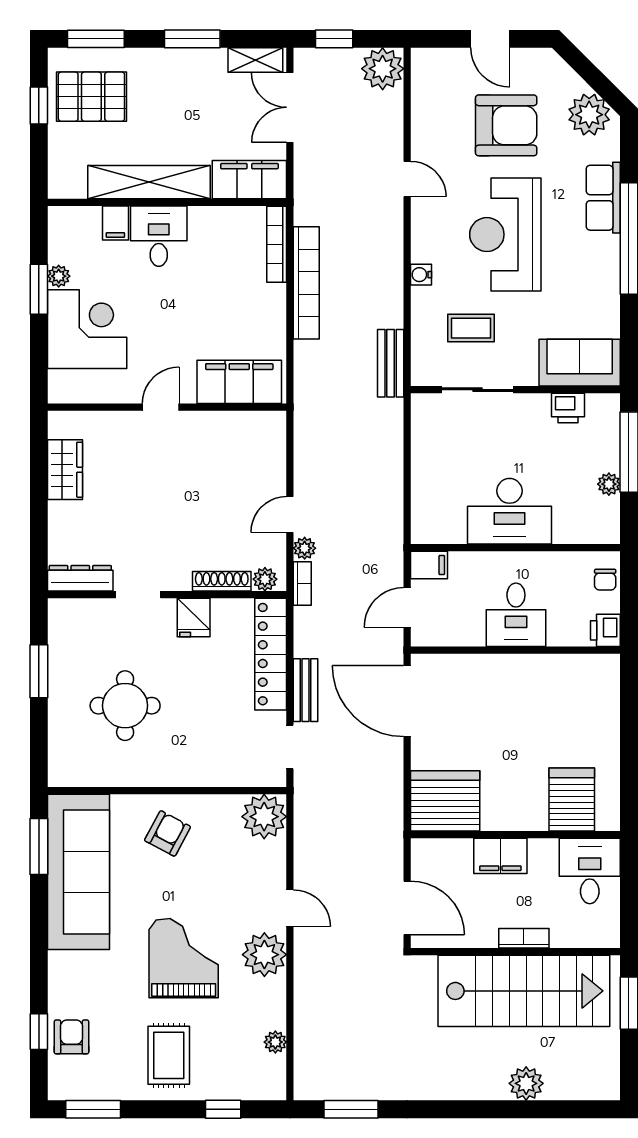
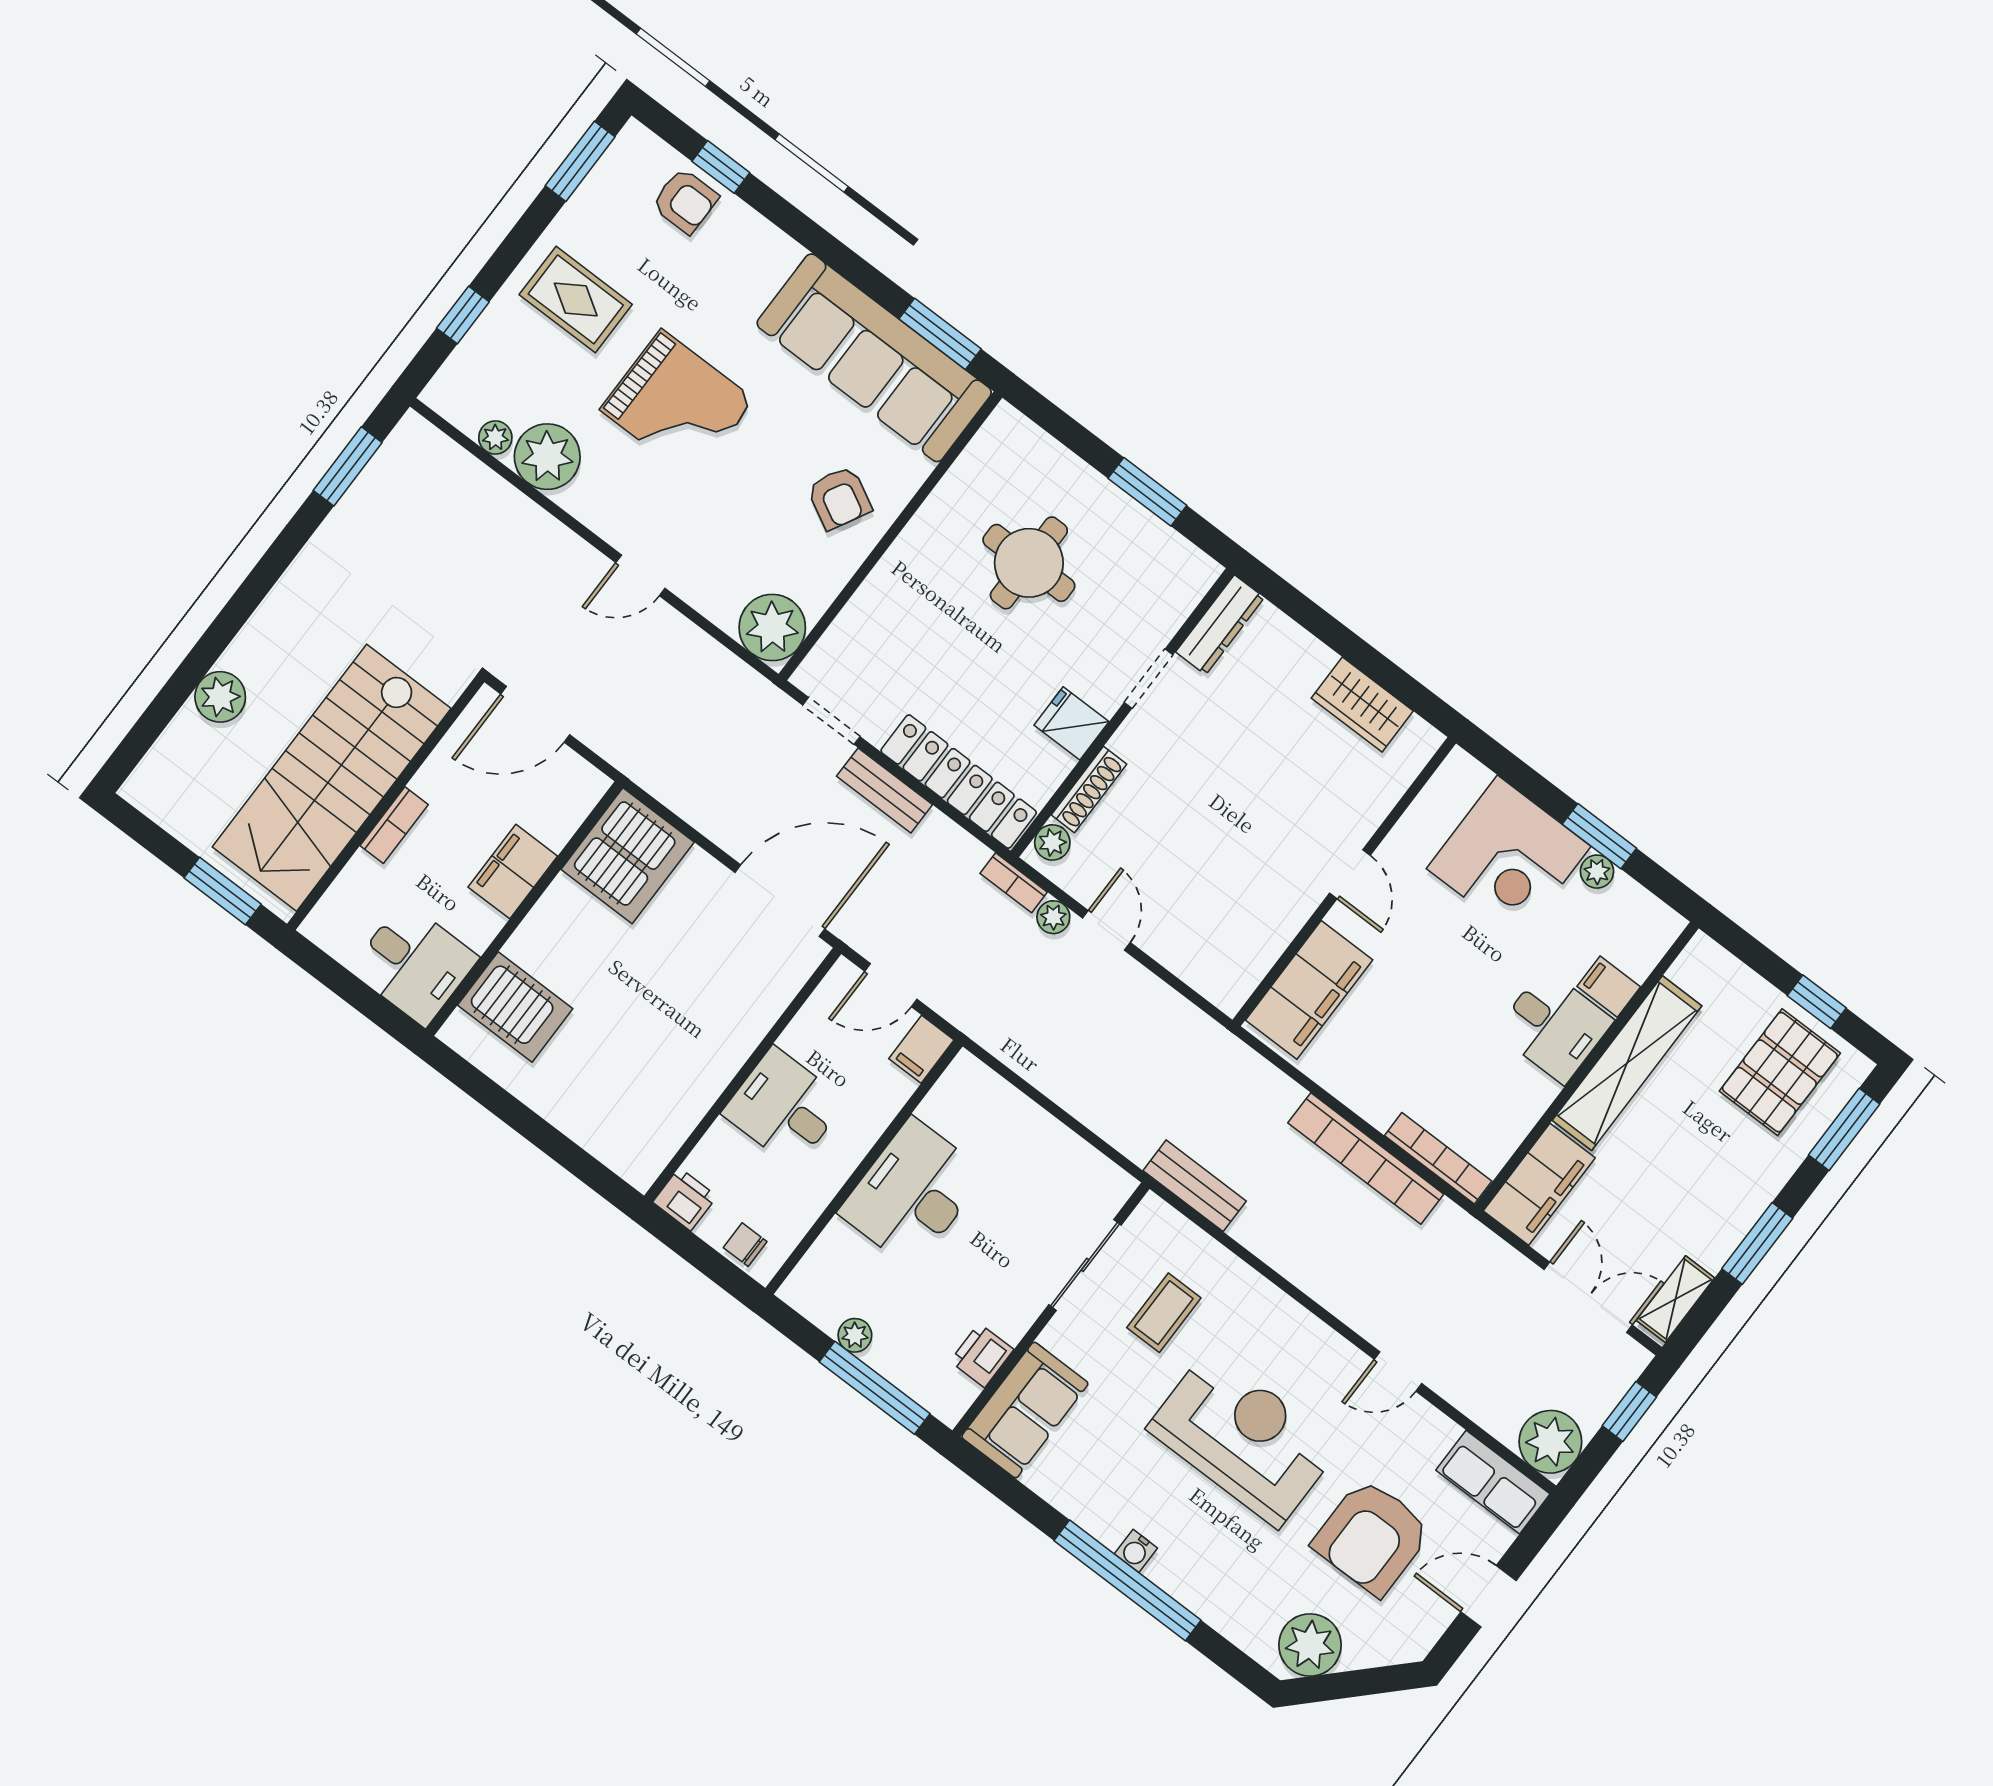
row of seats: (603, 198) -> (1493, 1482), moved, turned 180
water cooler: (421, 275) -> (1136, 1551), moved, turned 180
door: (407, 607) -> (891, 985), swing flipped
plant: (264, 955) -> (547, 457), moved

